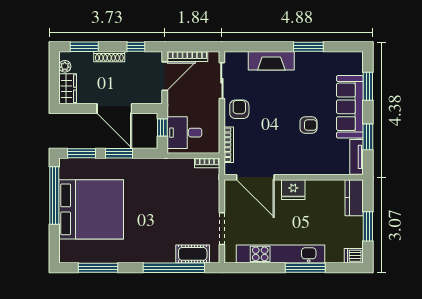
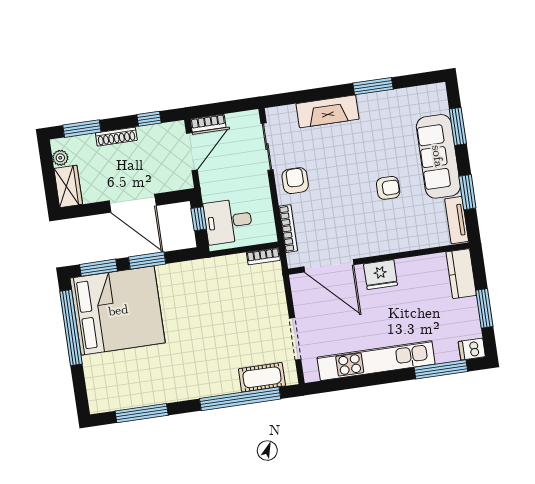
bookcase: (187, 57) -> (208, 123), width x0.64
bed: (91, 209) -> (118, 310), moved
window: (305, 268) -> (441, 369), moved

